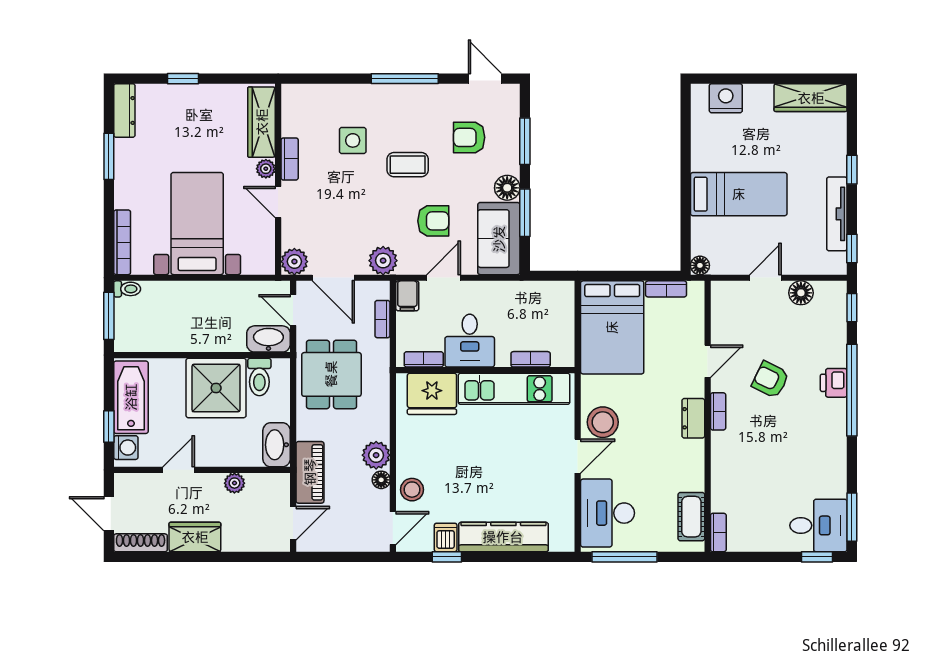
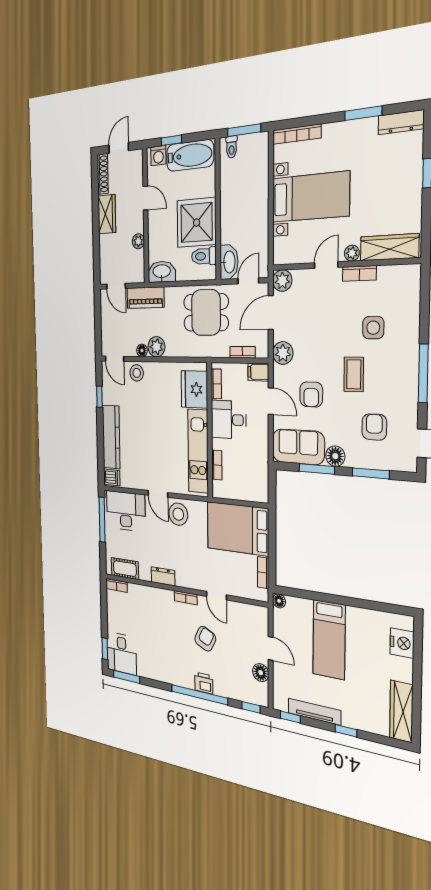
toilet: (127, 289) -> (232, 147), moved
dresser: (693, 418) -> (163, 576), moved
dishwasher: (446, 537) -> (112, 477), moved

